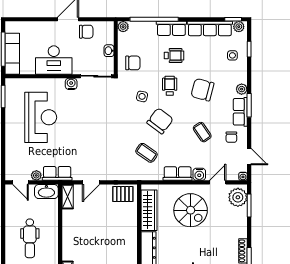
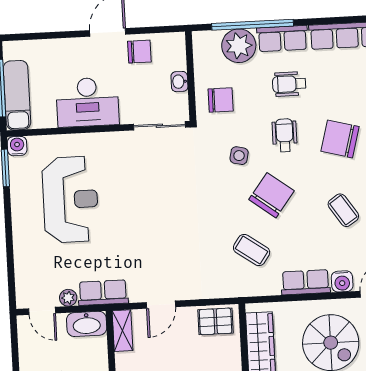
plant: (123, 27) -> (239, 46), moved, width x1.87, depth x1.87
wheelchair: (174, 56) -> (289, 84), turned 180
water cooler: (71, 84) -> (17, 146), moved

